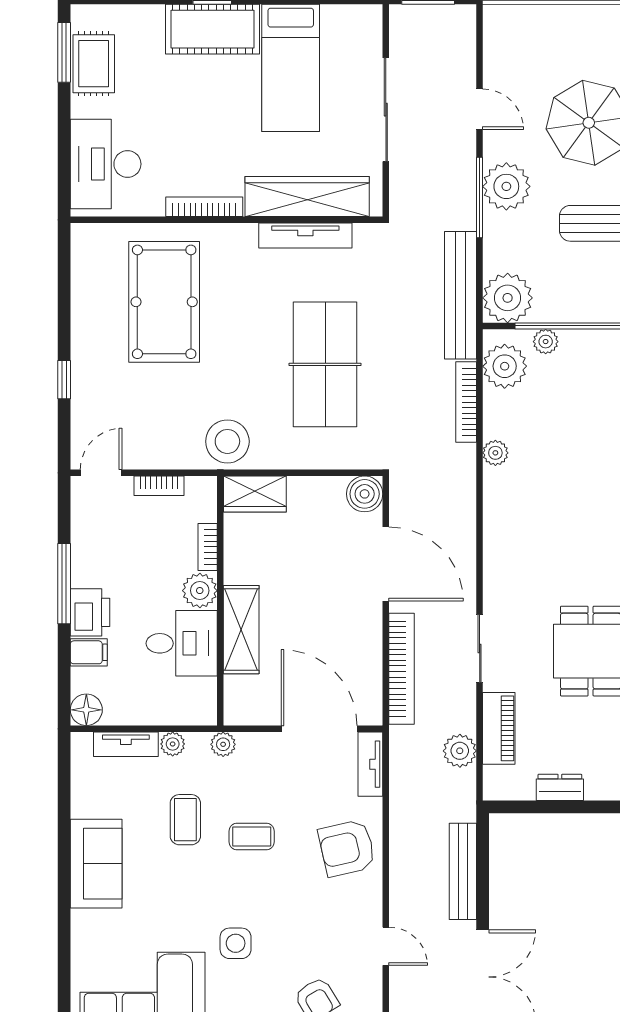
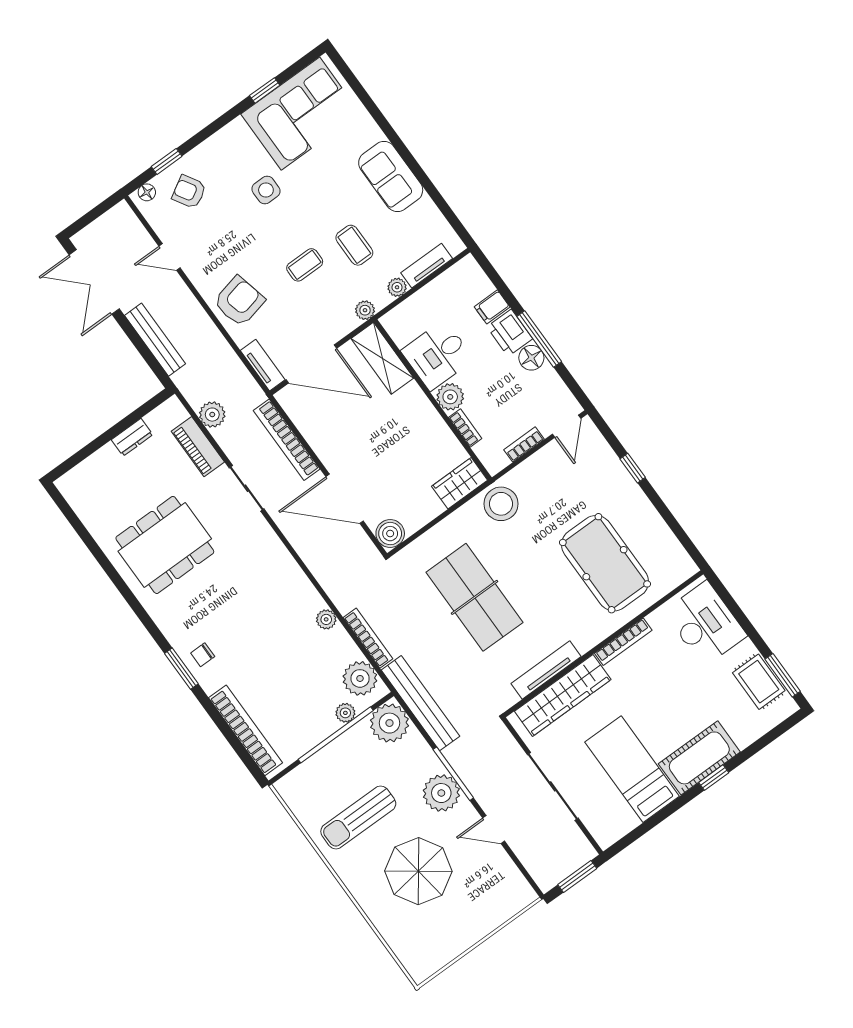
shelving: (241, 630) -> (382, 358), moved
floor lamp: (86, 710) -> (531, 358), moved

